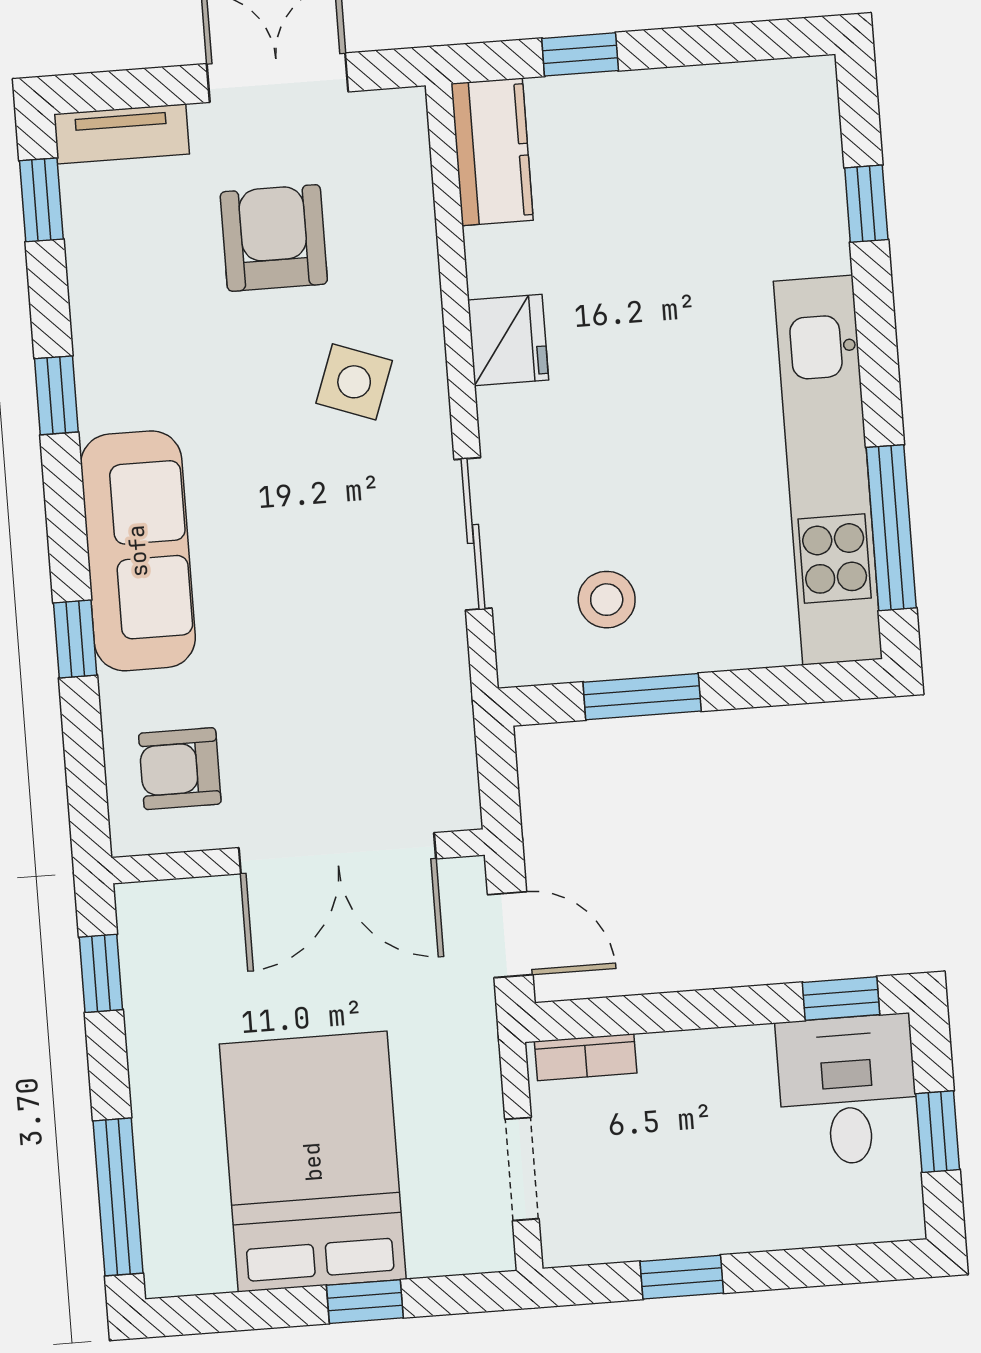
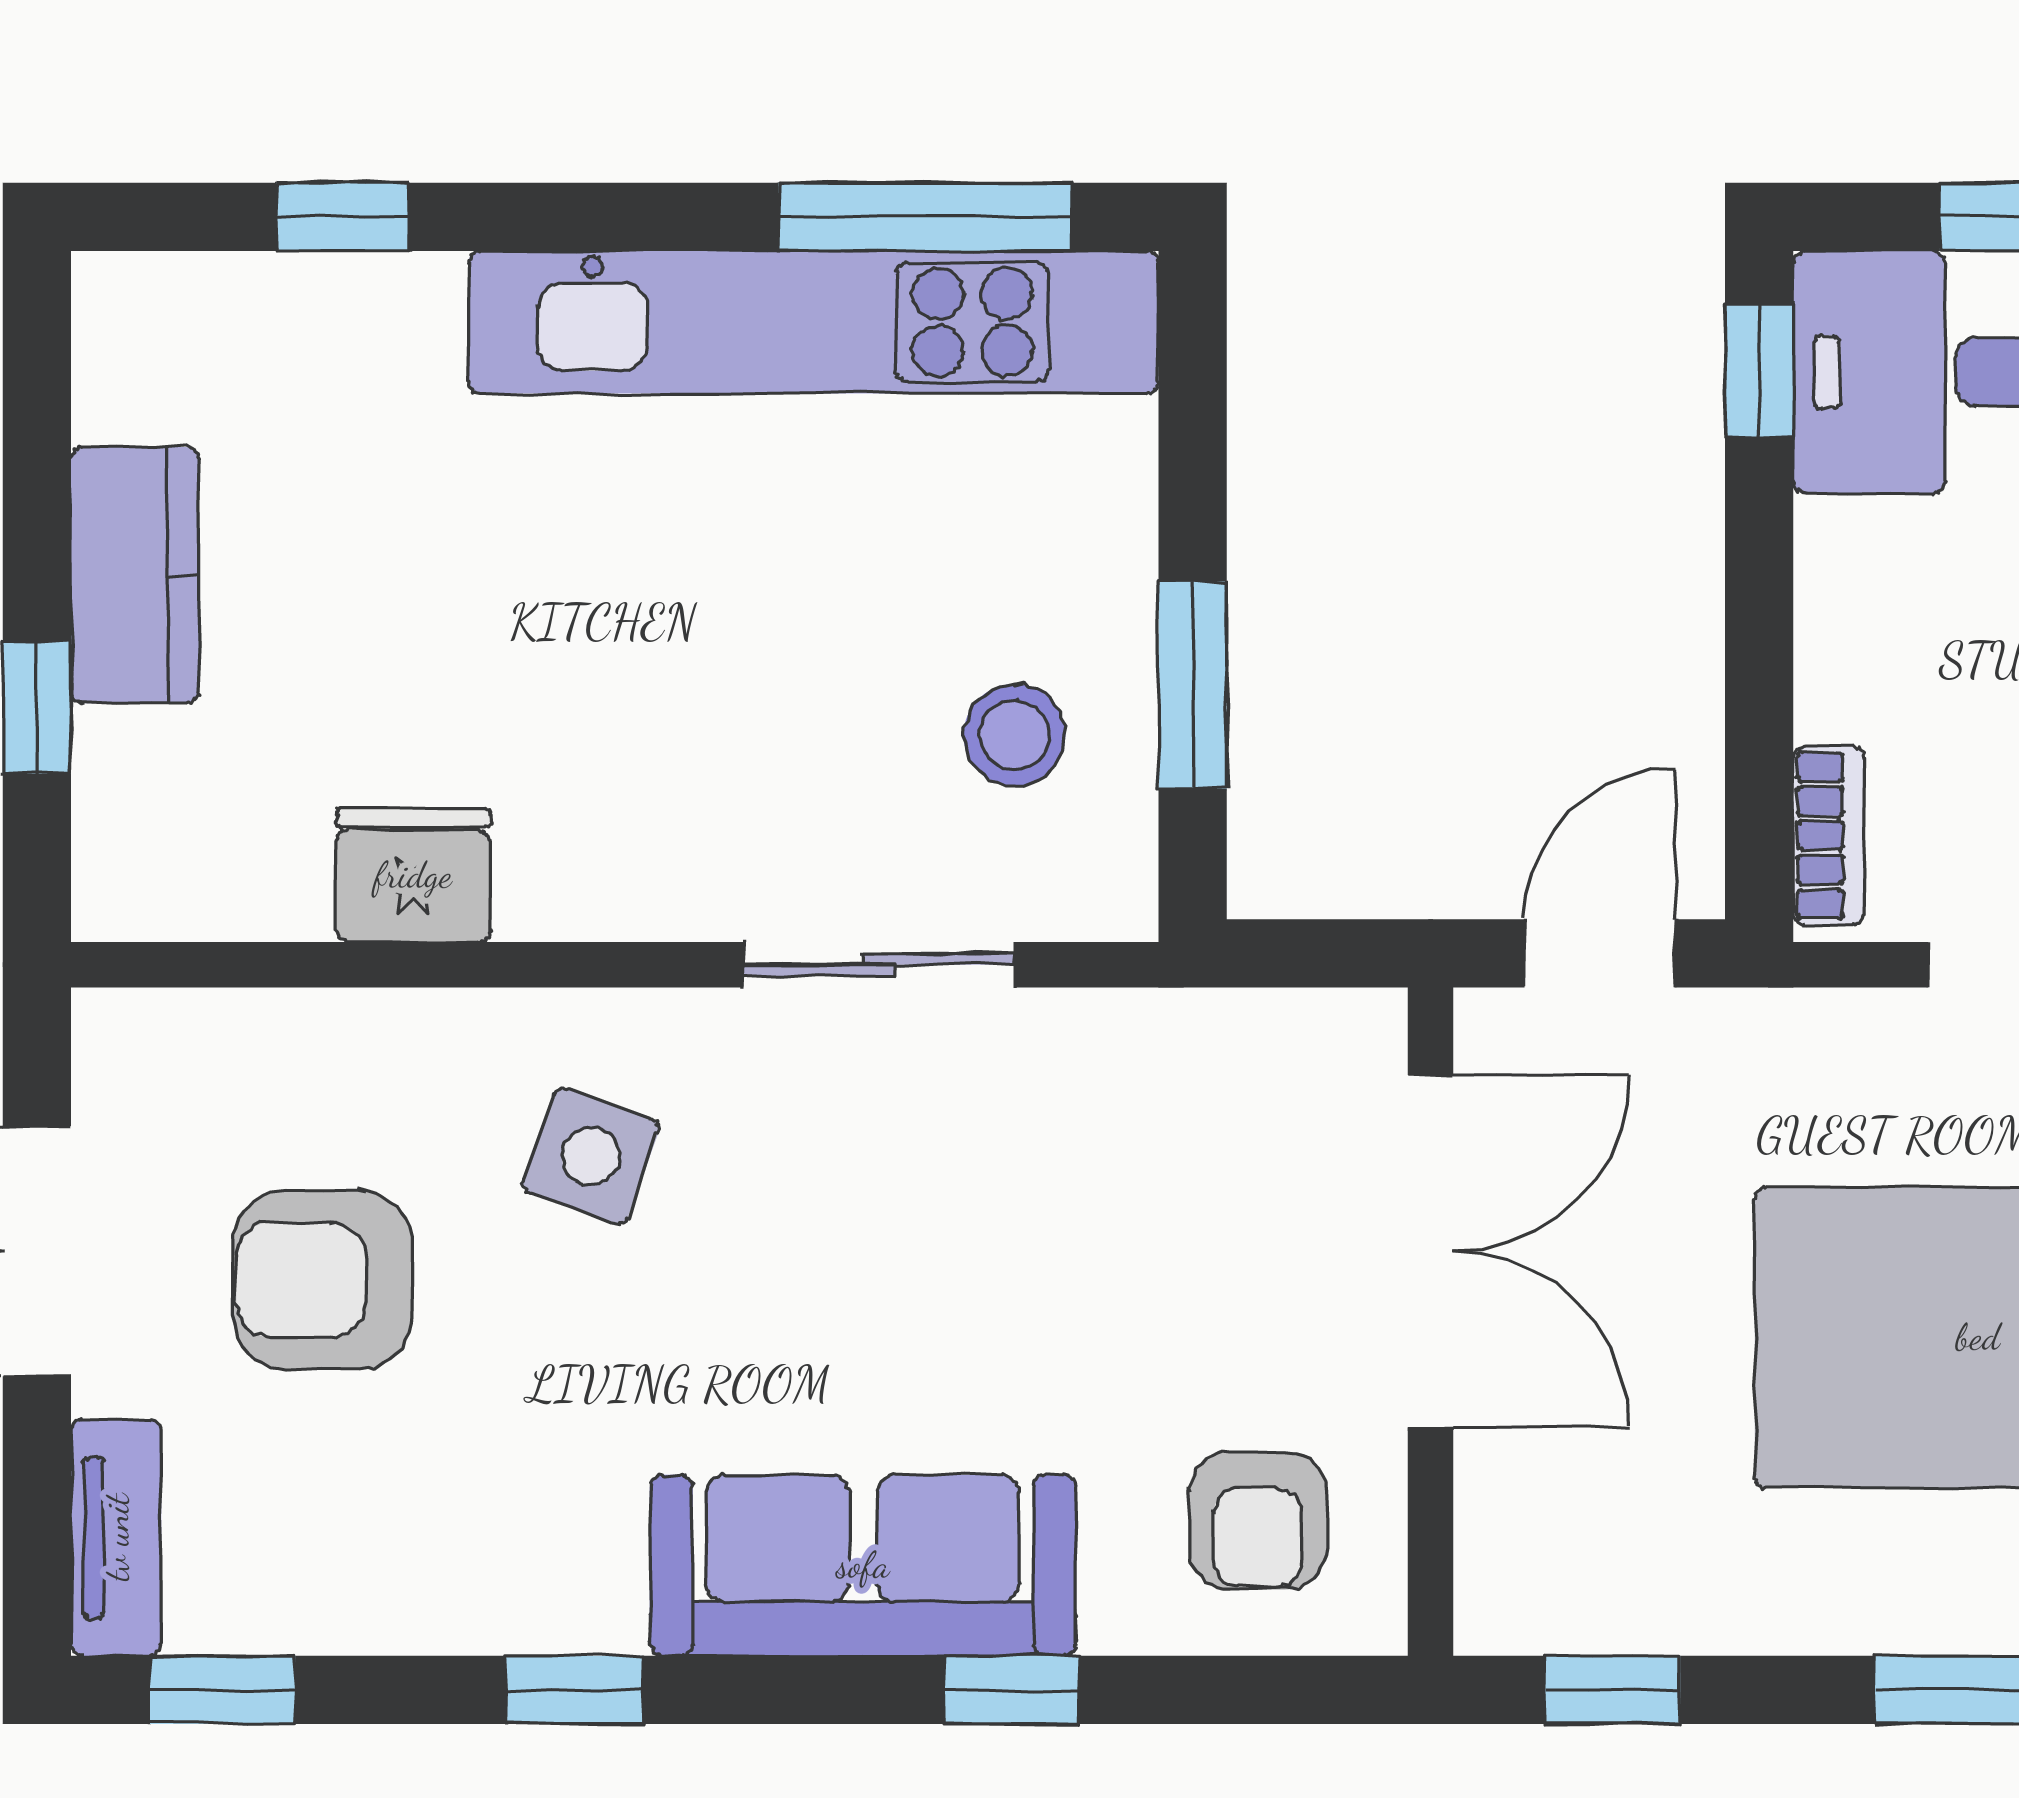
kitchen counter: (492, 152) -> (135, 575), moved, turned 90
fridge: (508, 340) -> (413, 875), moved

